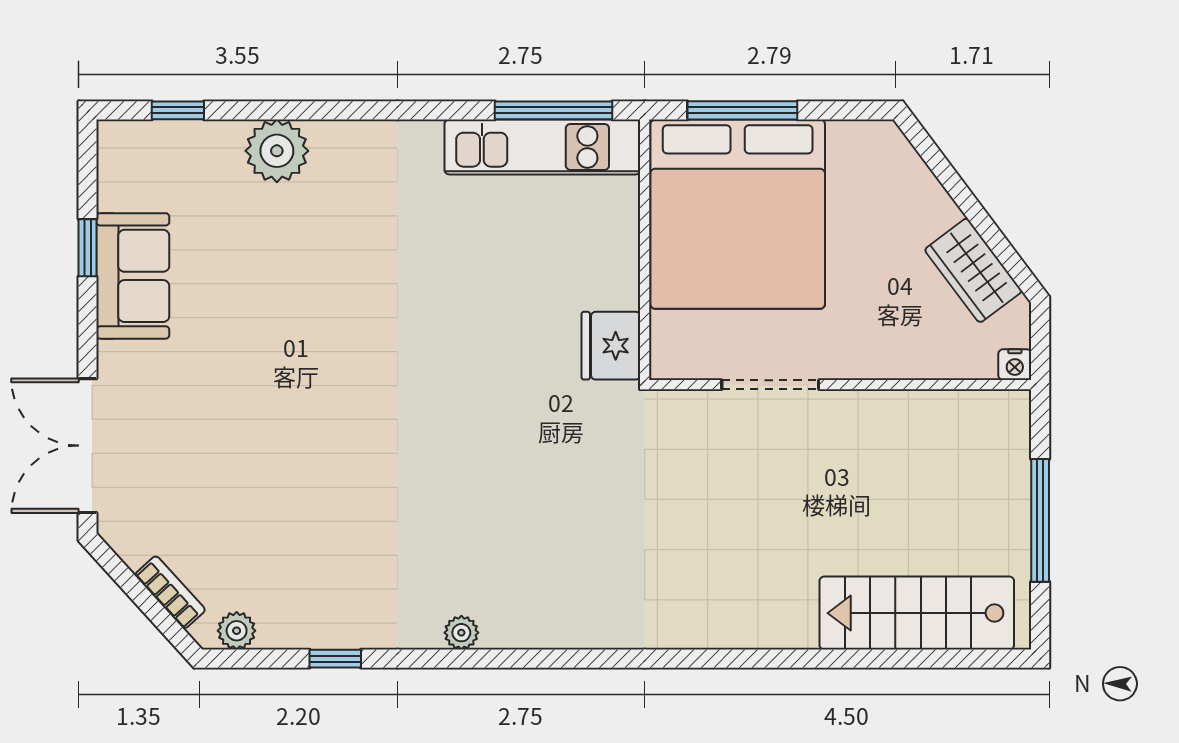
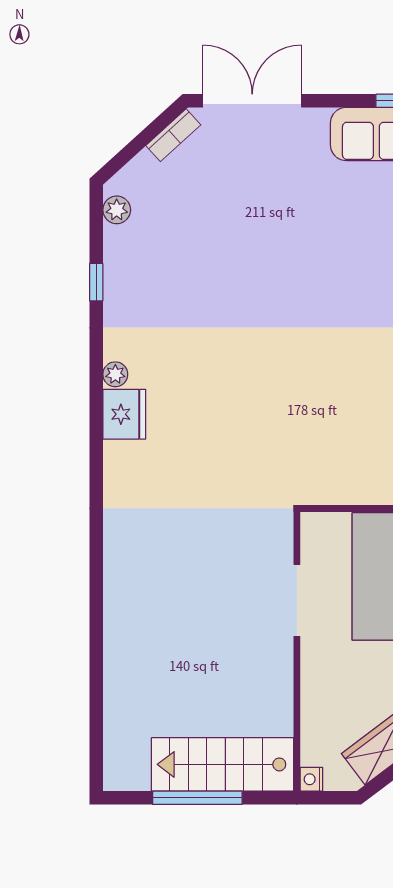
fridge: (611, 346) -> (124, 414), moved, turned 90
bookcase: (170, 592) -> (173, 135), moved
stairs: (917, 613) -> (222, 764), moved, turned -90

